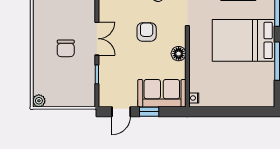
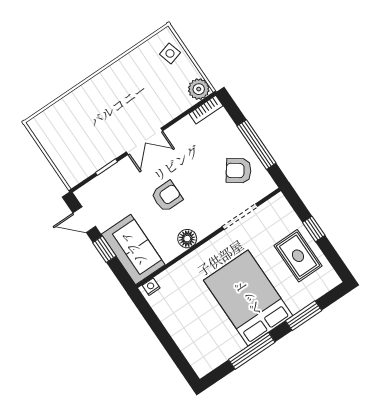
armchair: (147, 32) -> (167, 196), moved
chair: (66, 48) -> (111, 115), removed
plant: (39, 101) -> (37, 125), removed

